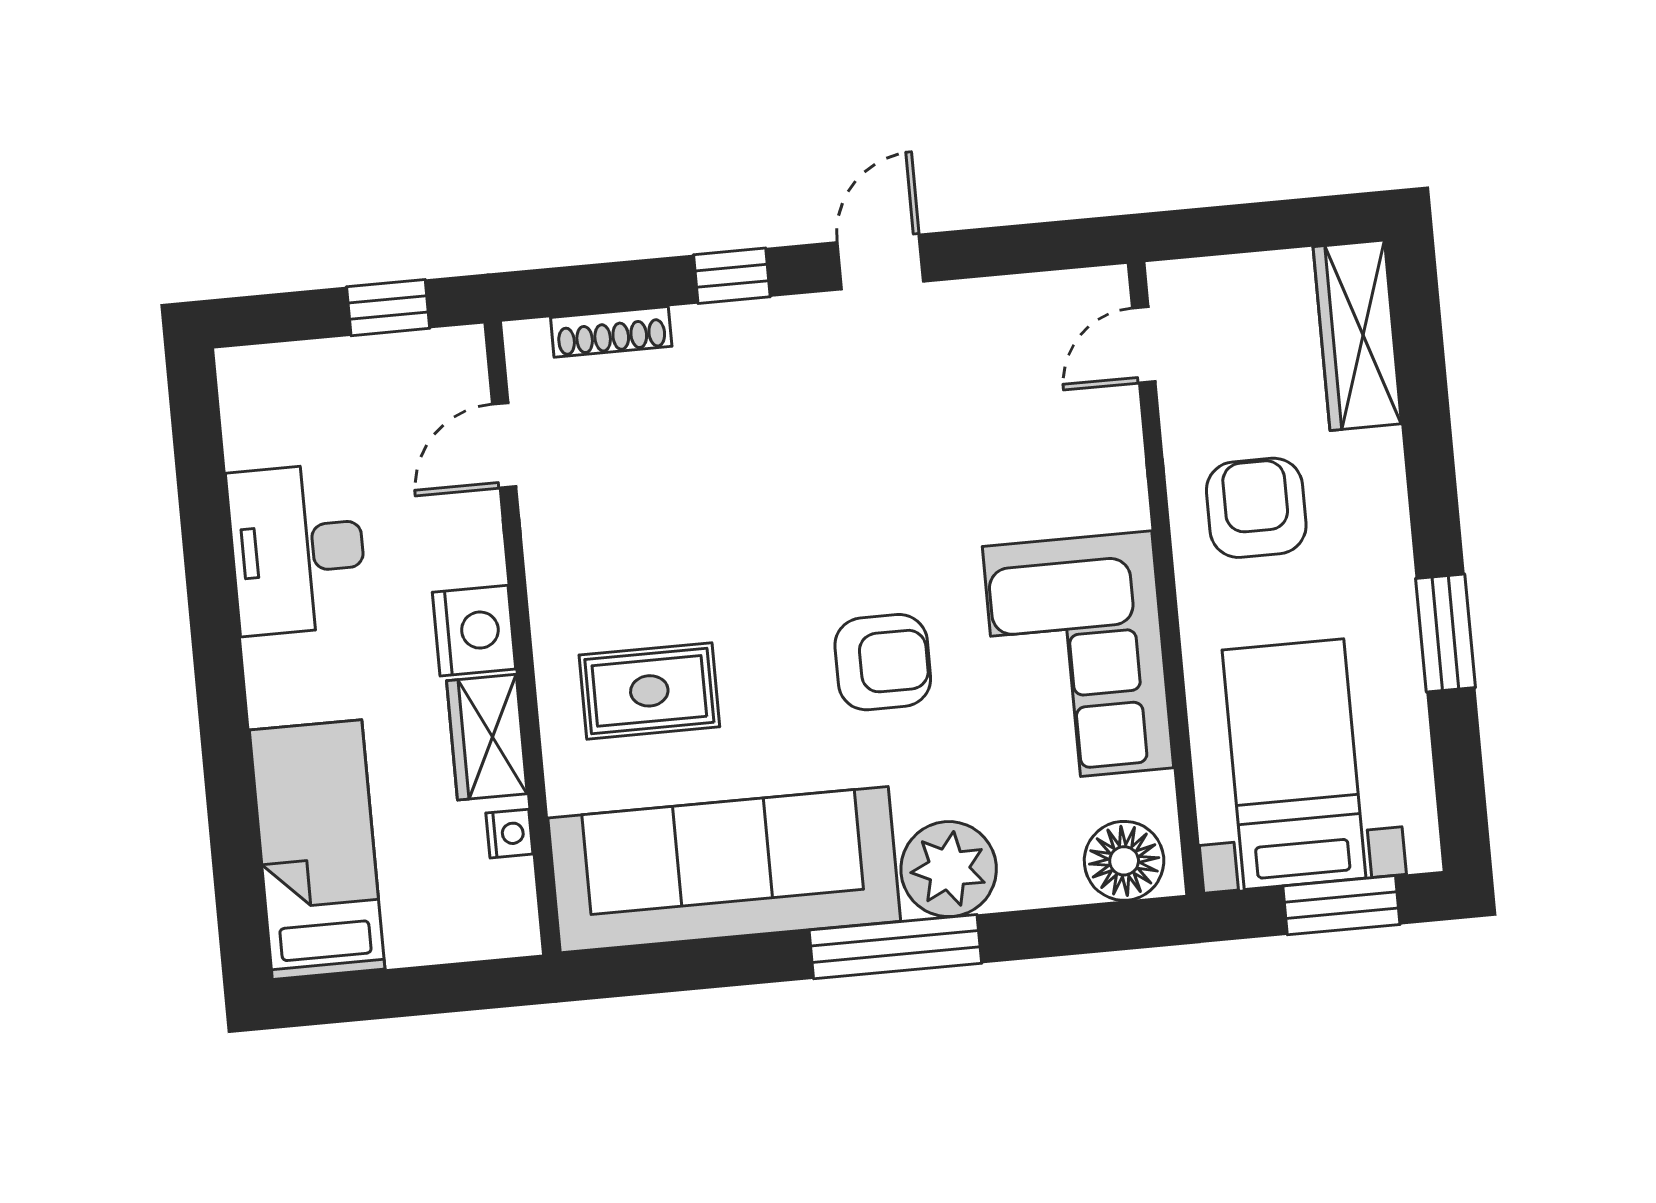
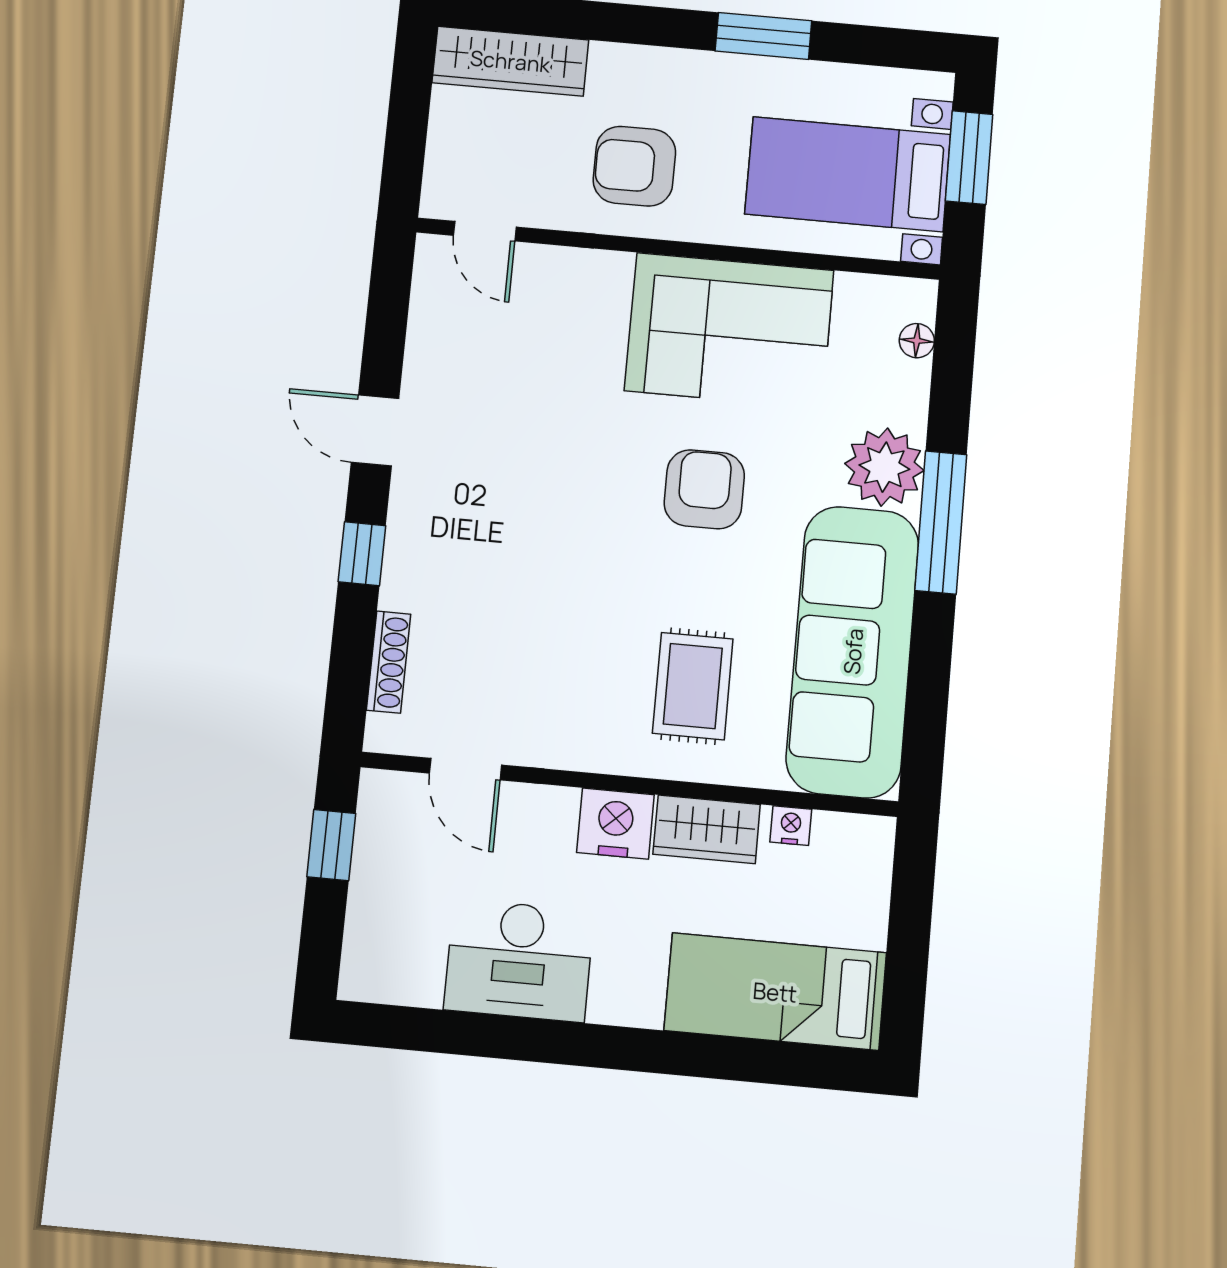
floor lamp: (1124, 861) -> (917, 341), width x0.53, depth x0.53

